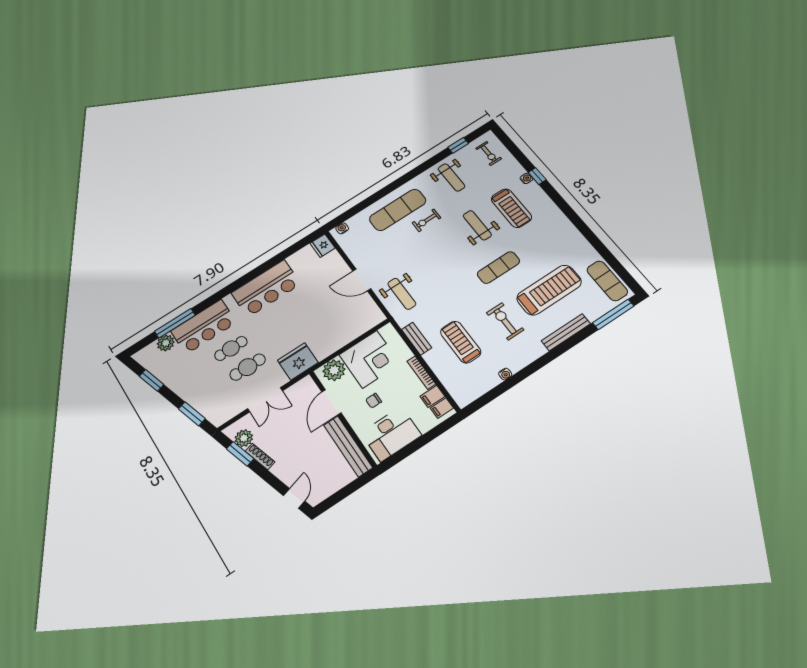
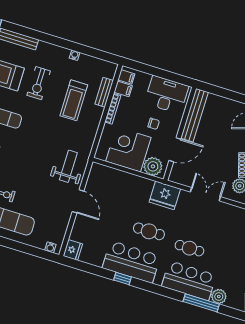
window: (259, 271) -> (123, 279), added
bench: (417, 339) -> (104, 92), moved
cafe table: (248, 367) -> (149, 231), moved

